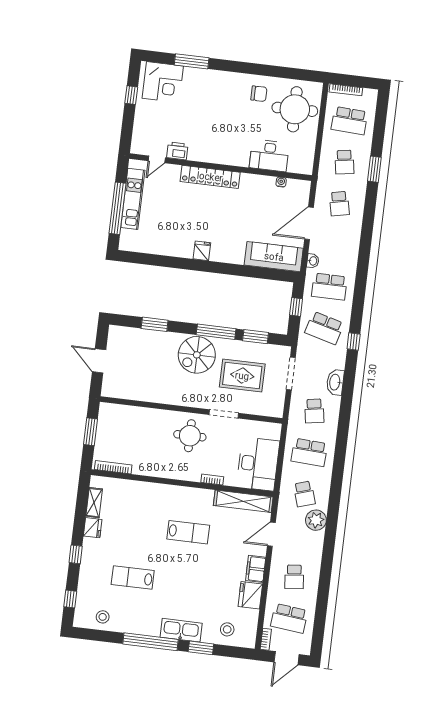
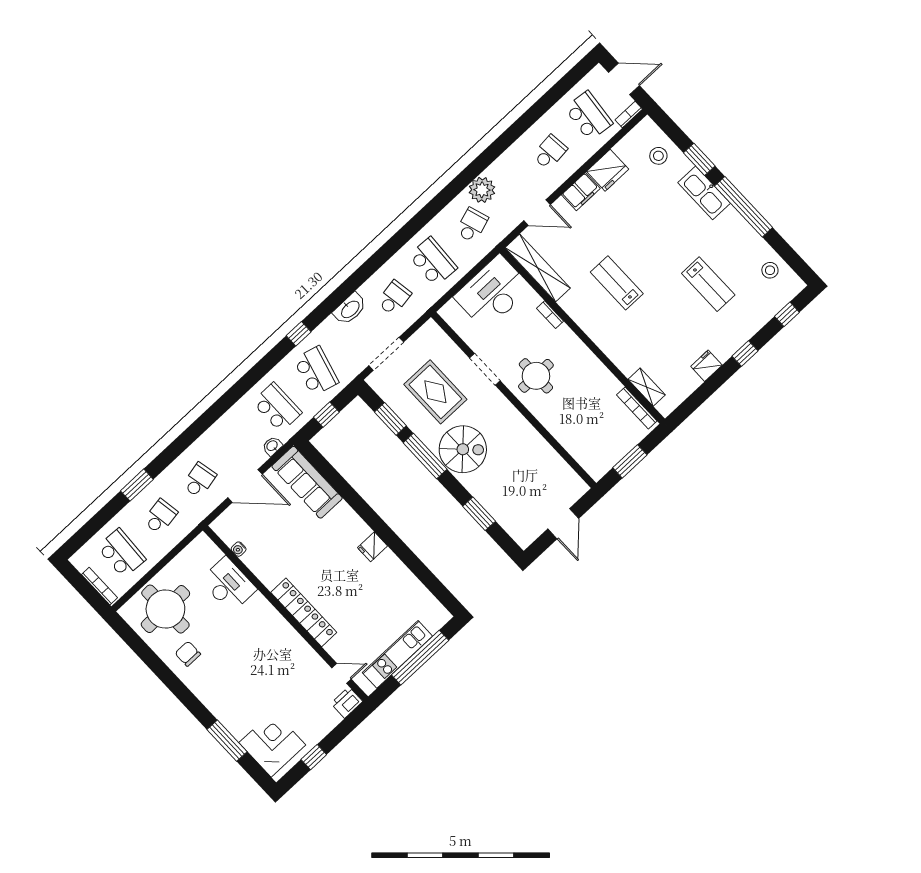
printer: (177, 151) -> (347, 702), moved, turned 90
shelving: (94, 503) -> (647, 387), moved, turned 90

